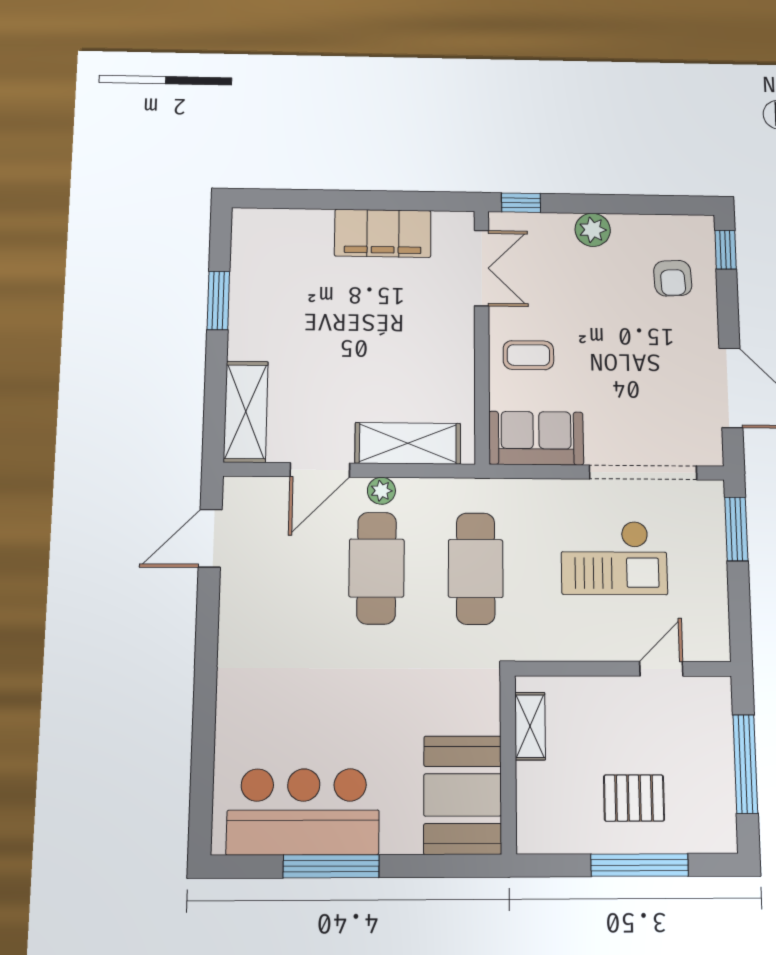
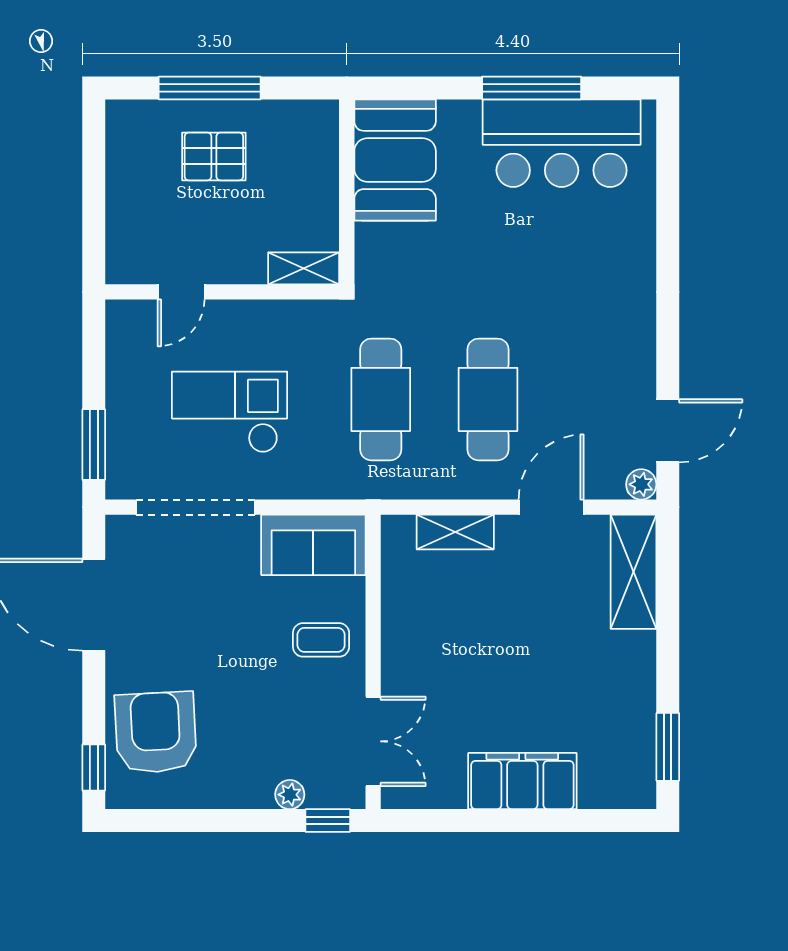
plant: (593, 230) -> (290, 795), moved, width x0.73, depth x0.73
filing cabinet: (383, 233) -> (522, 781), moved
double door: (482, 268) -> (373, 741), swing flipped
armchair: (673, 278) -> (156, 732), width x1.88, depth x1.88
window: (218, 301) -> (668, 747), moved
shelving: (408, 443) -> (455, 532), width x0.67, depth x0.75
plant: (381, 491) -> (641, 484), moved
shelving: (530, 726) -> (304, 268), moved, turned 90
window: (745, 764) -> (94, 192), removed

